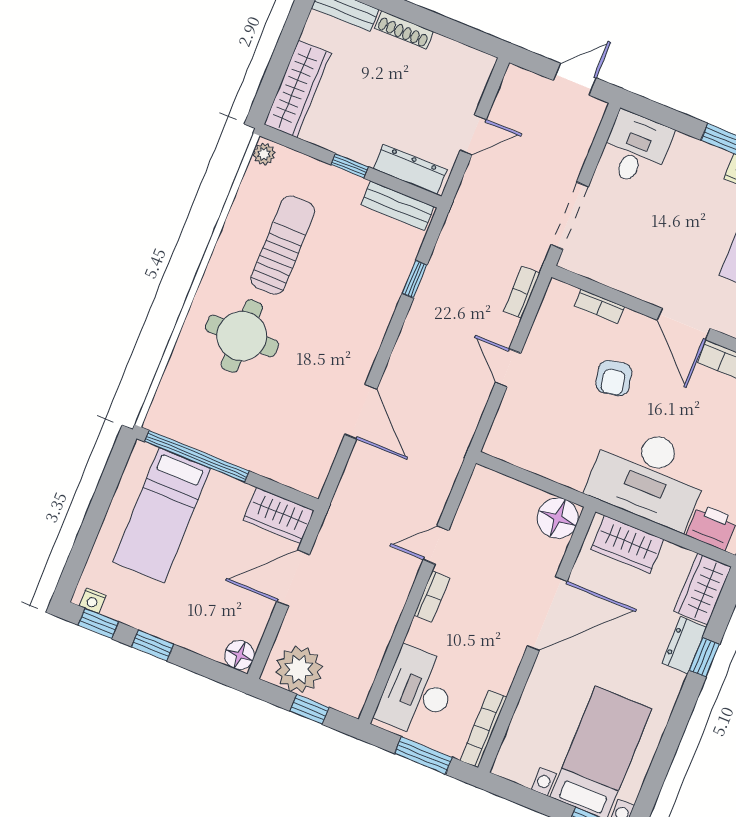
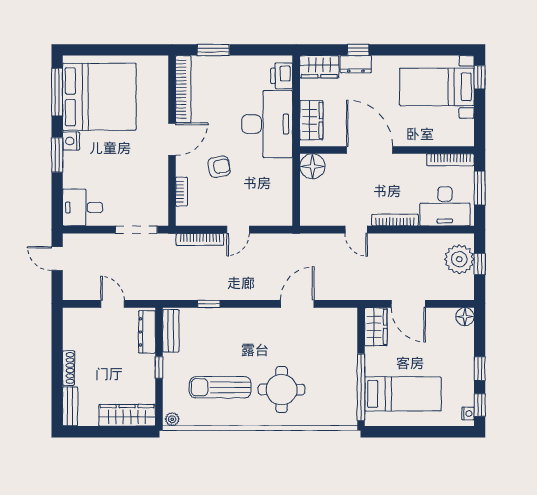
bookcase: (522, 292) -> (200, 239), width x1.56
bookcase: (432, 597) -> (395, 220), width x1.56
plant: (299, 669) -> (459, 259), moved

